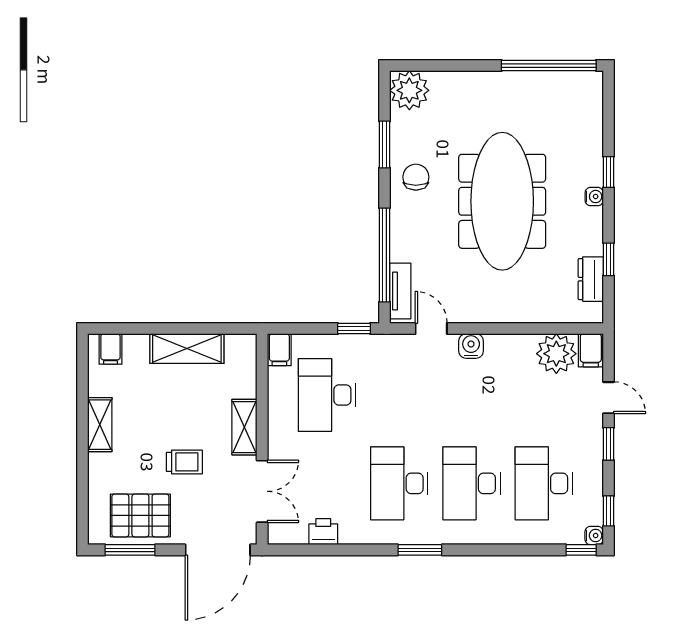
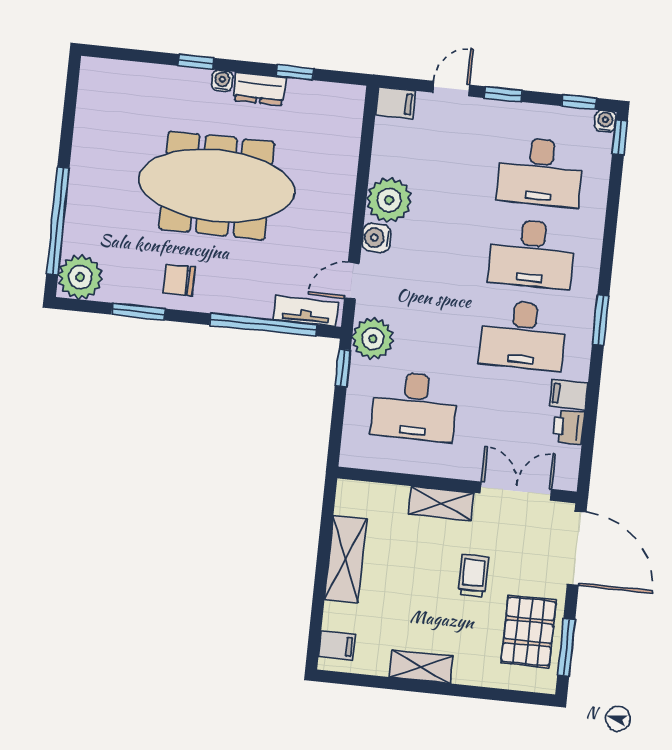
window: (549, 66) -> (58, 221), moved
dresser: (591, 279) -> (259, 89), moved
filing cabinet: (279, 350) -> (569, 395), moved, turned 180
plant: (382, 352) -> (373, 339), added
plant: (556, 354) -> (389, 200), moved

